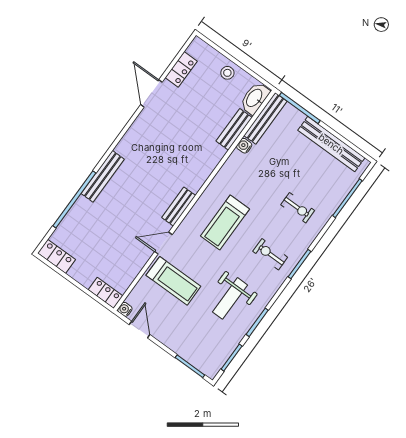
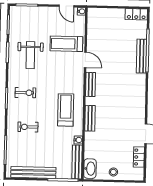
bench: (234, 129) -> (90, 118), moved
bench: (103, 176) -> (142, 56), moved
treadmill: (225, 222) -> (66, 110), moved
door: (163, 243) -> (85, 60), hinge flipped
locker: (105, 293) -> (98, 13), removed
weight bench: (230, 298) -> (30, 55), turned 180

